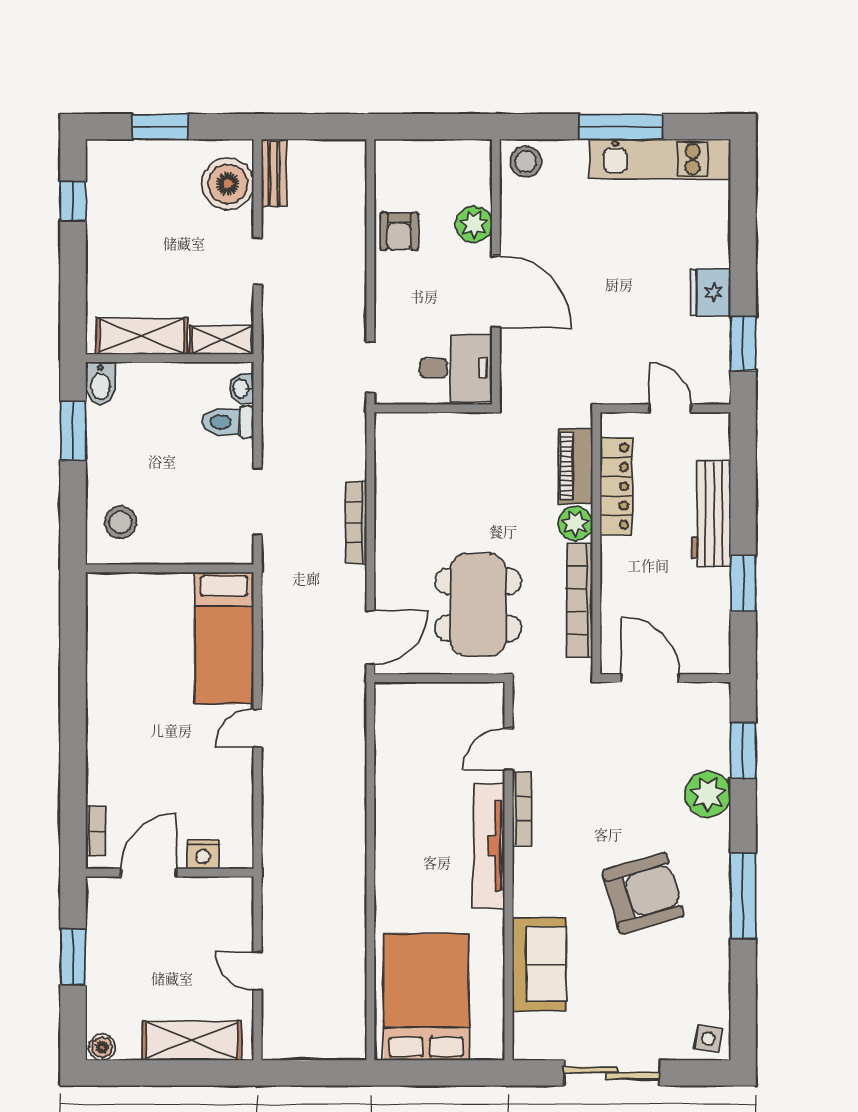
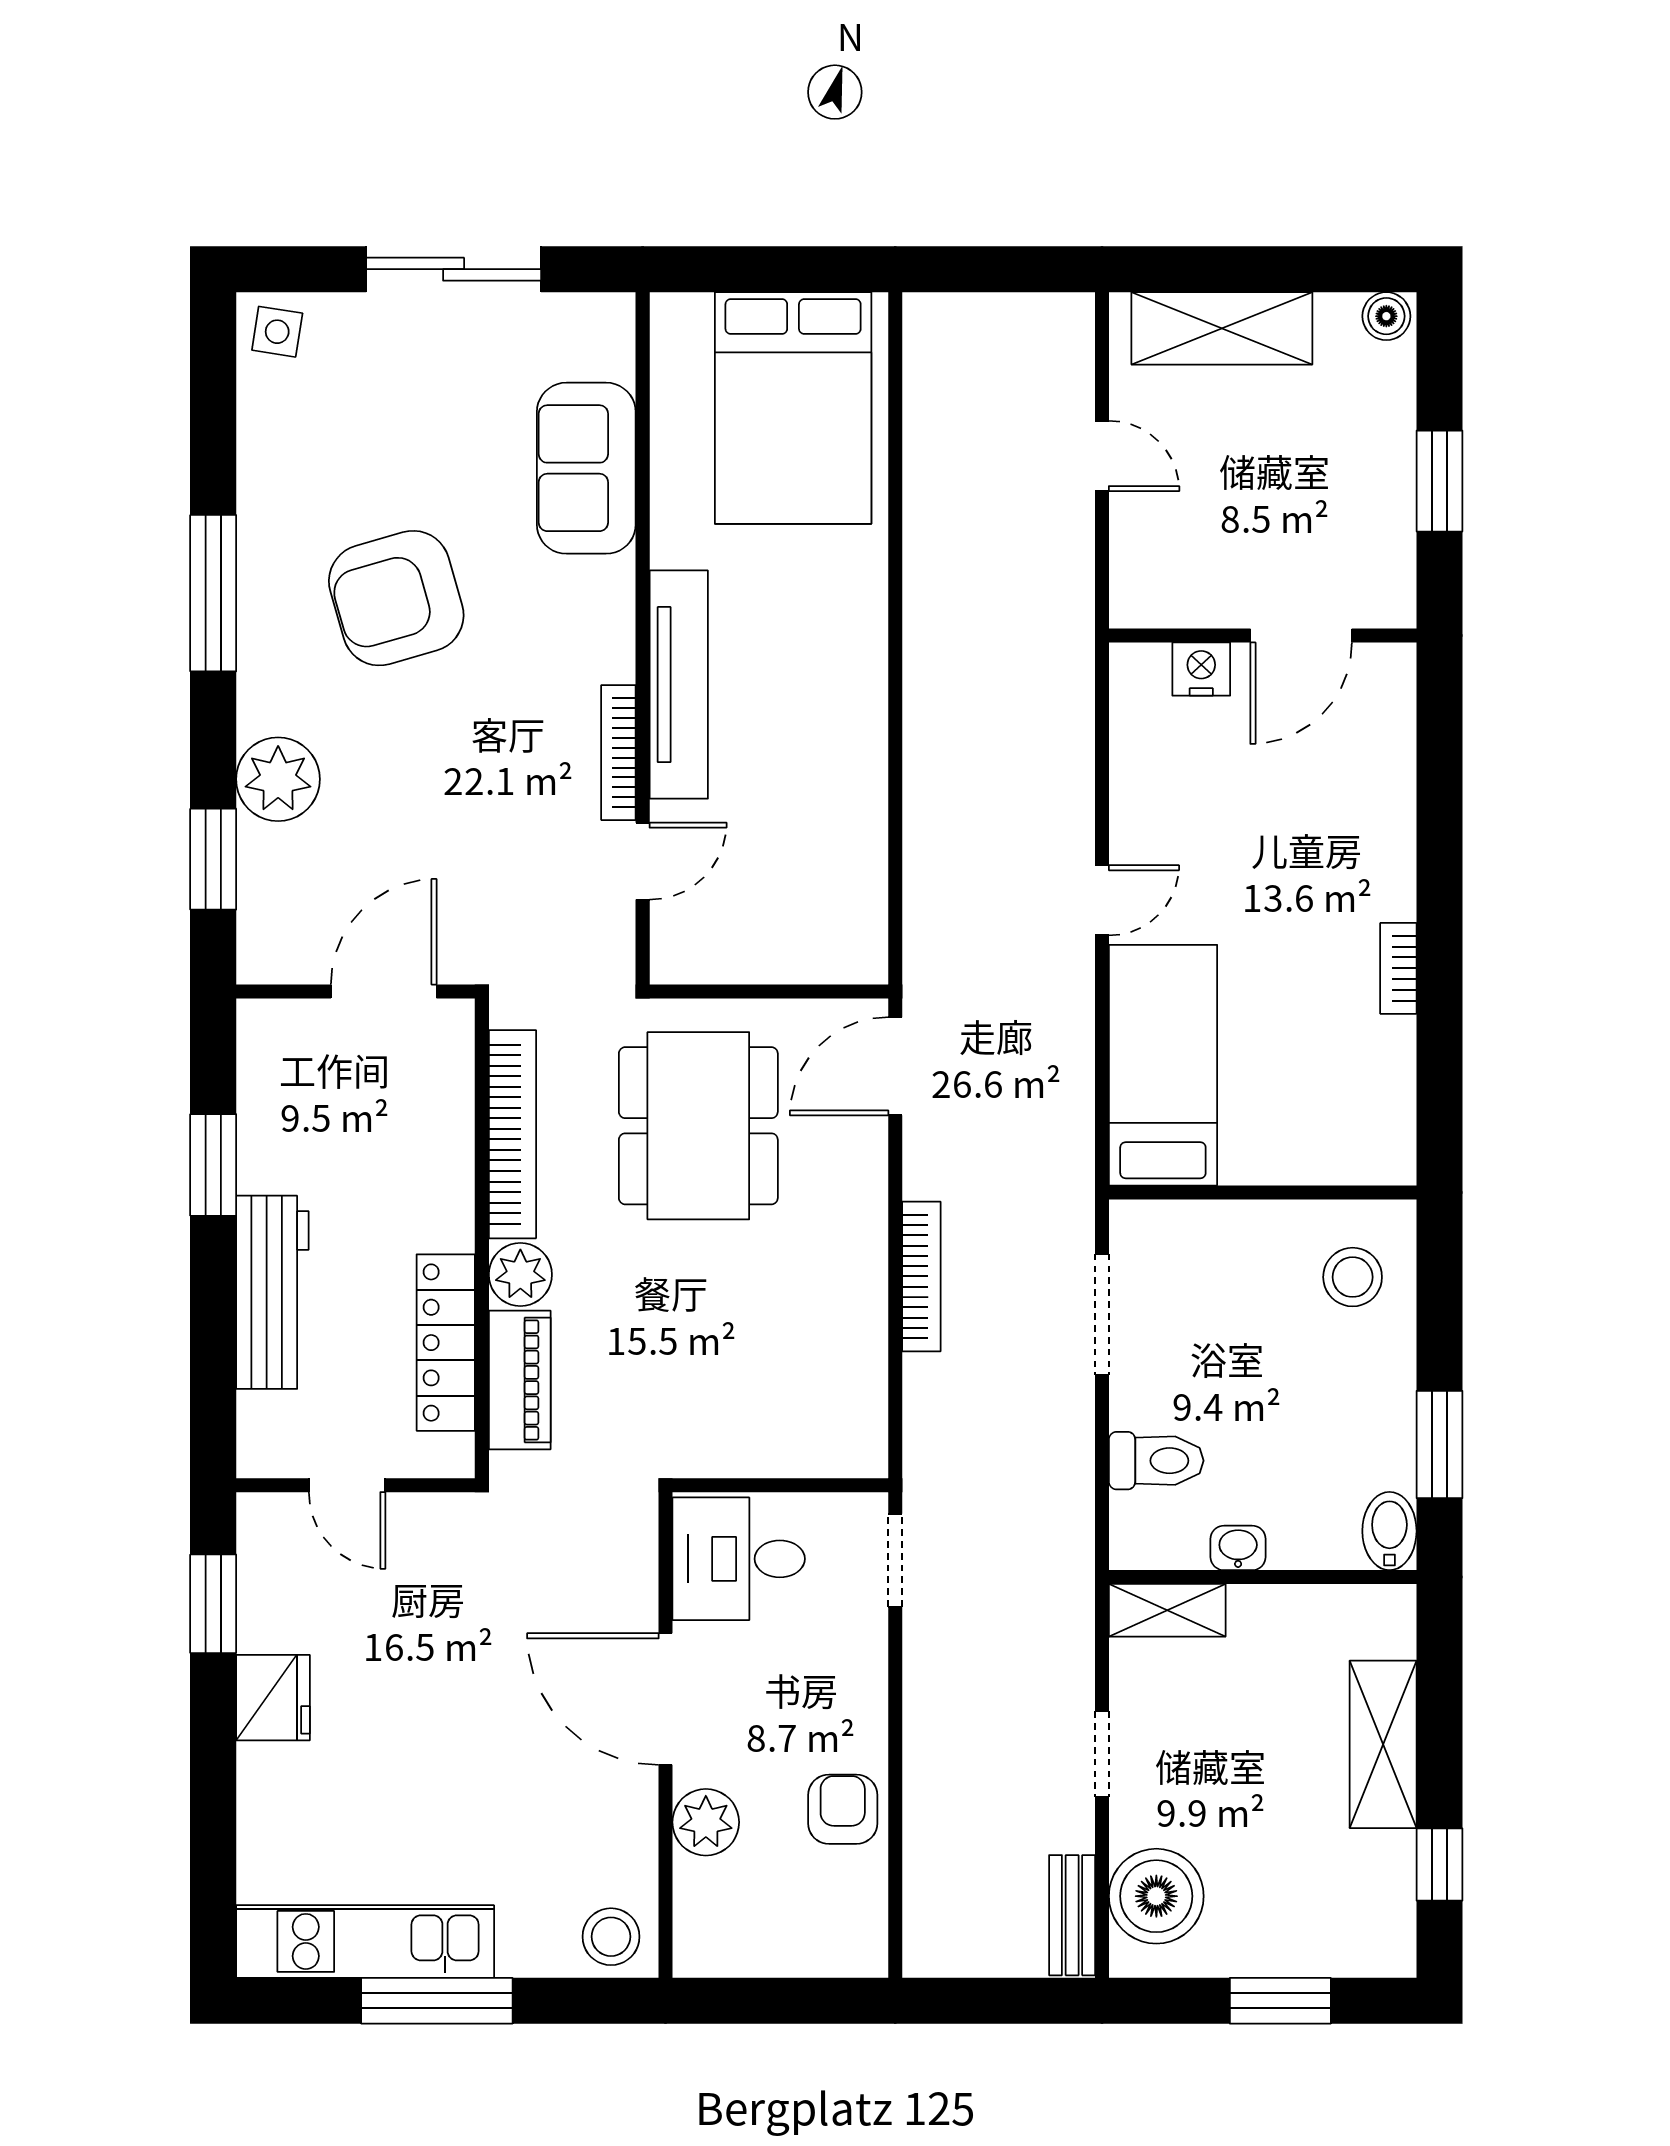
shelving: (142, 336) -> (1383, 1744), moved, turned 90
washbasin: (242, 389) -> (1238, 1548), moved, turned -90
door: (650, 678) -> (384, 991), swing flipped
bookcase: (96, 831) -> (1398, 968), moved

